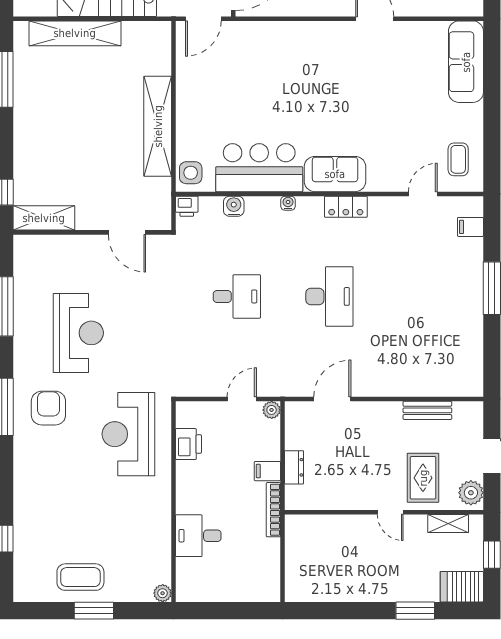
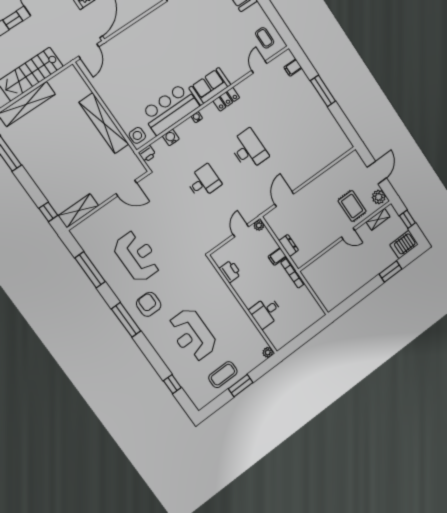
bench: (427, 410) -> (333, 172), removed
reception desk: (128, 434) -> (192, 335), moved

